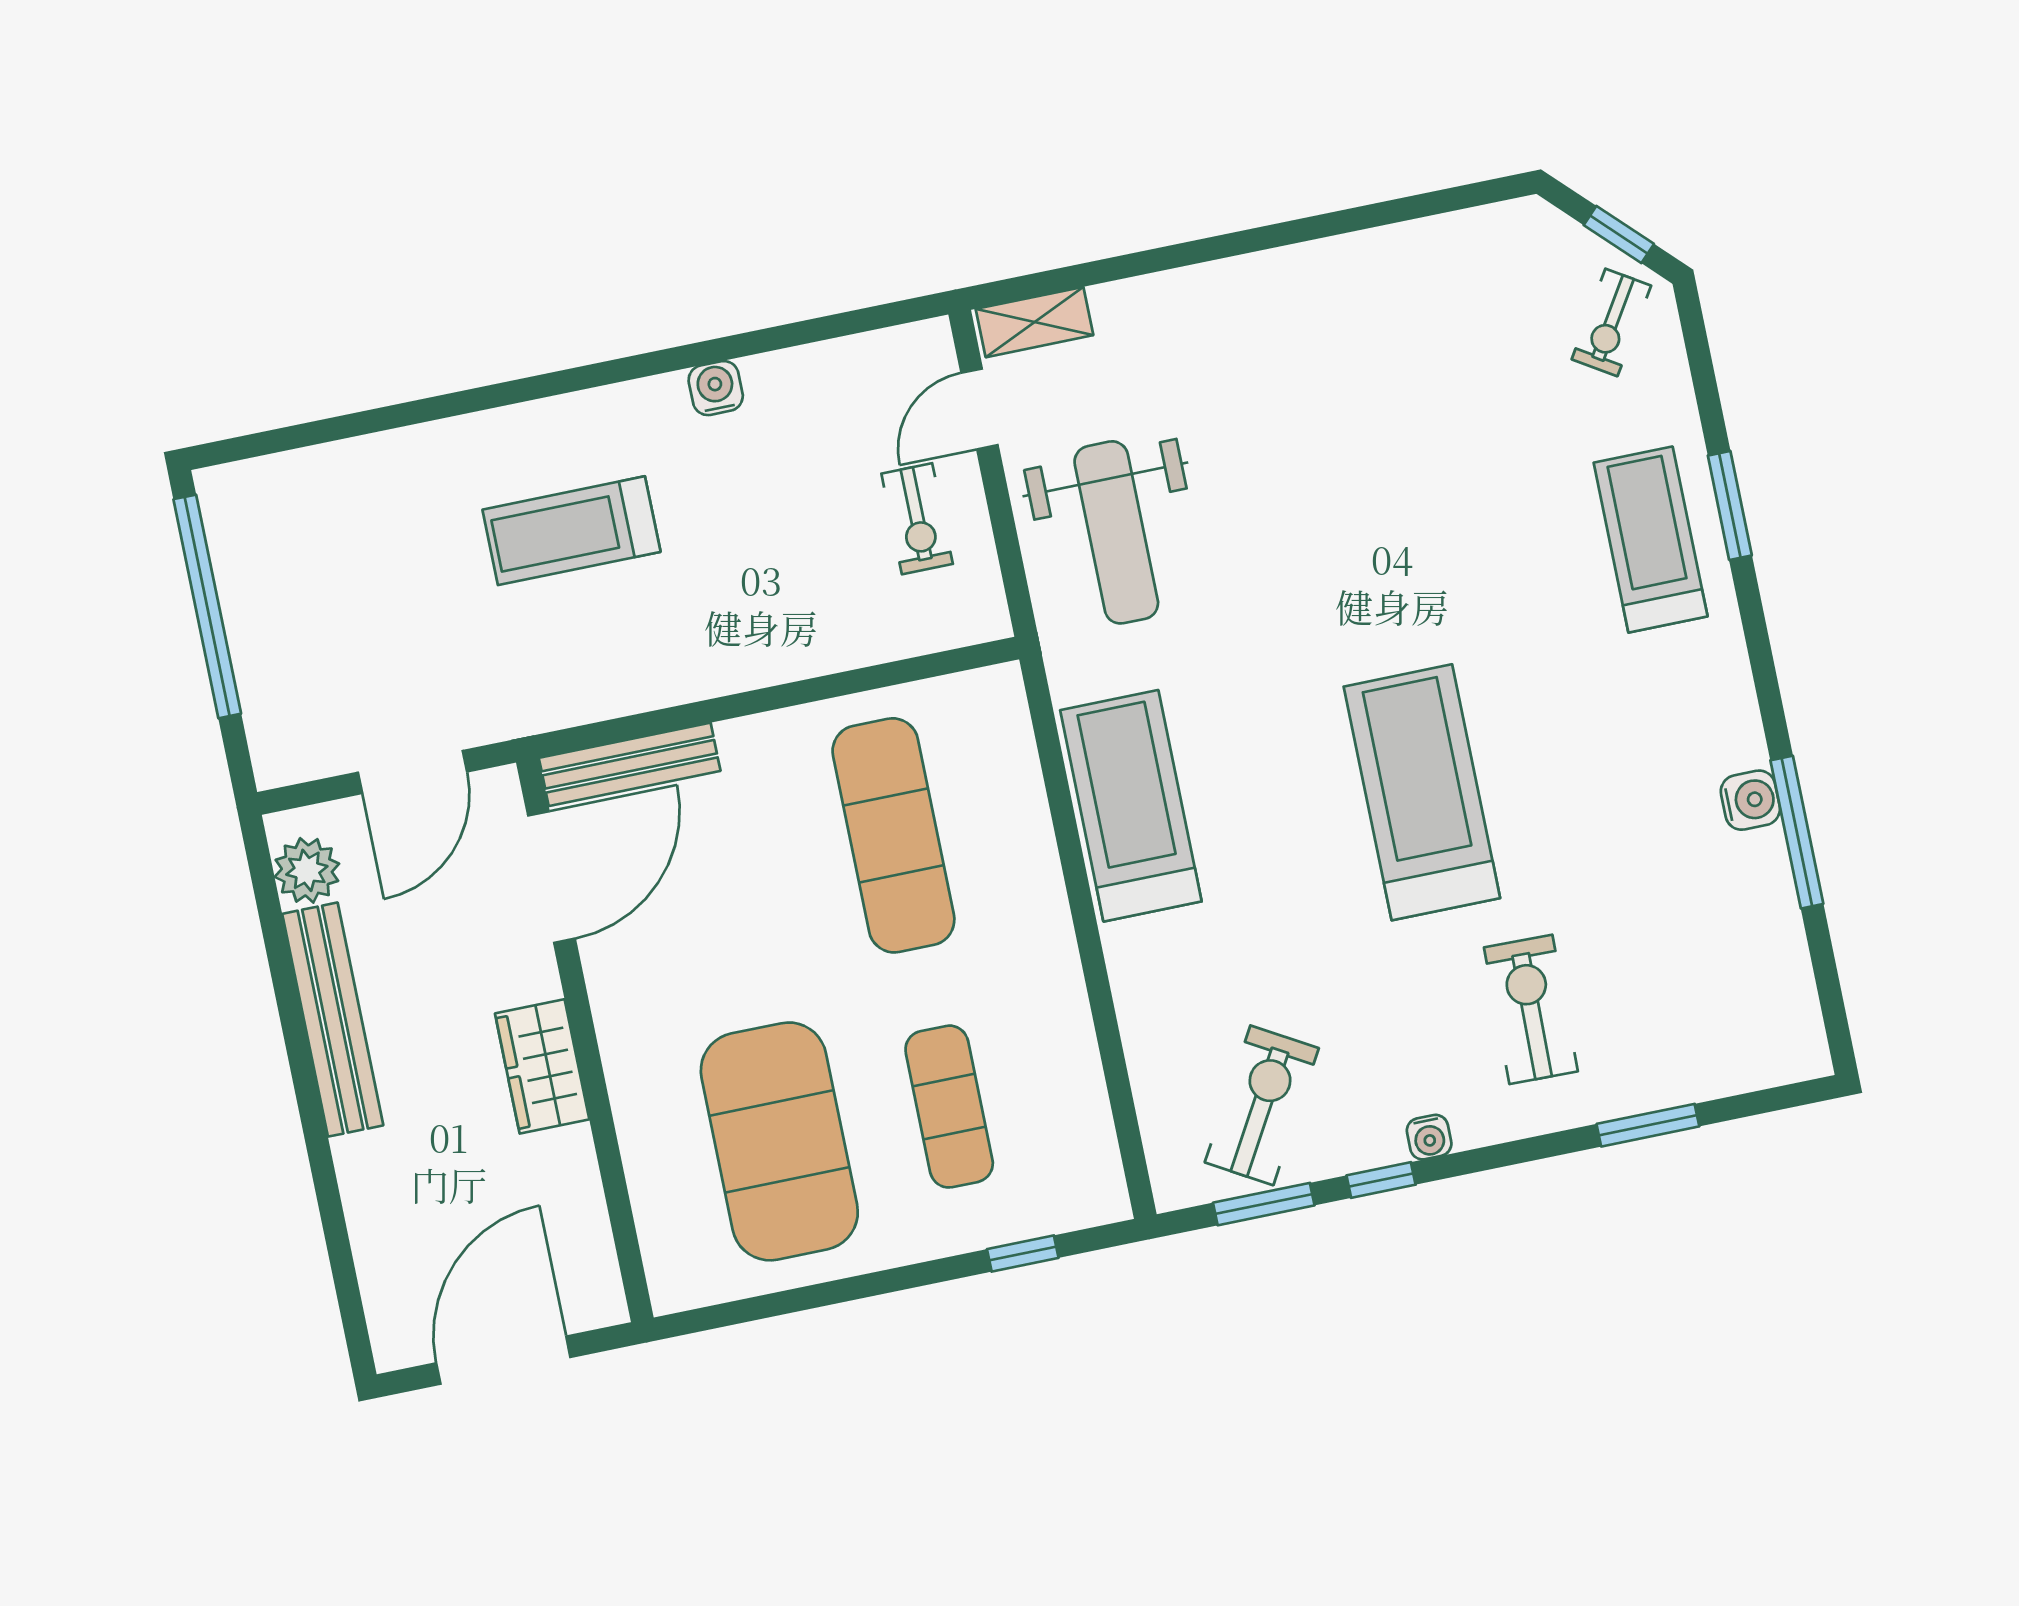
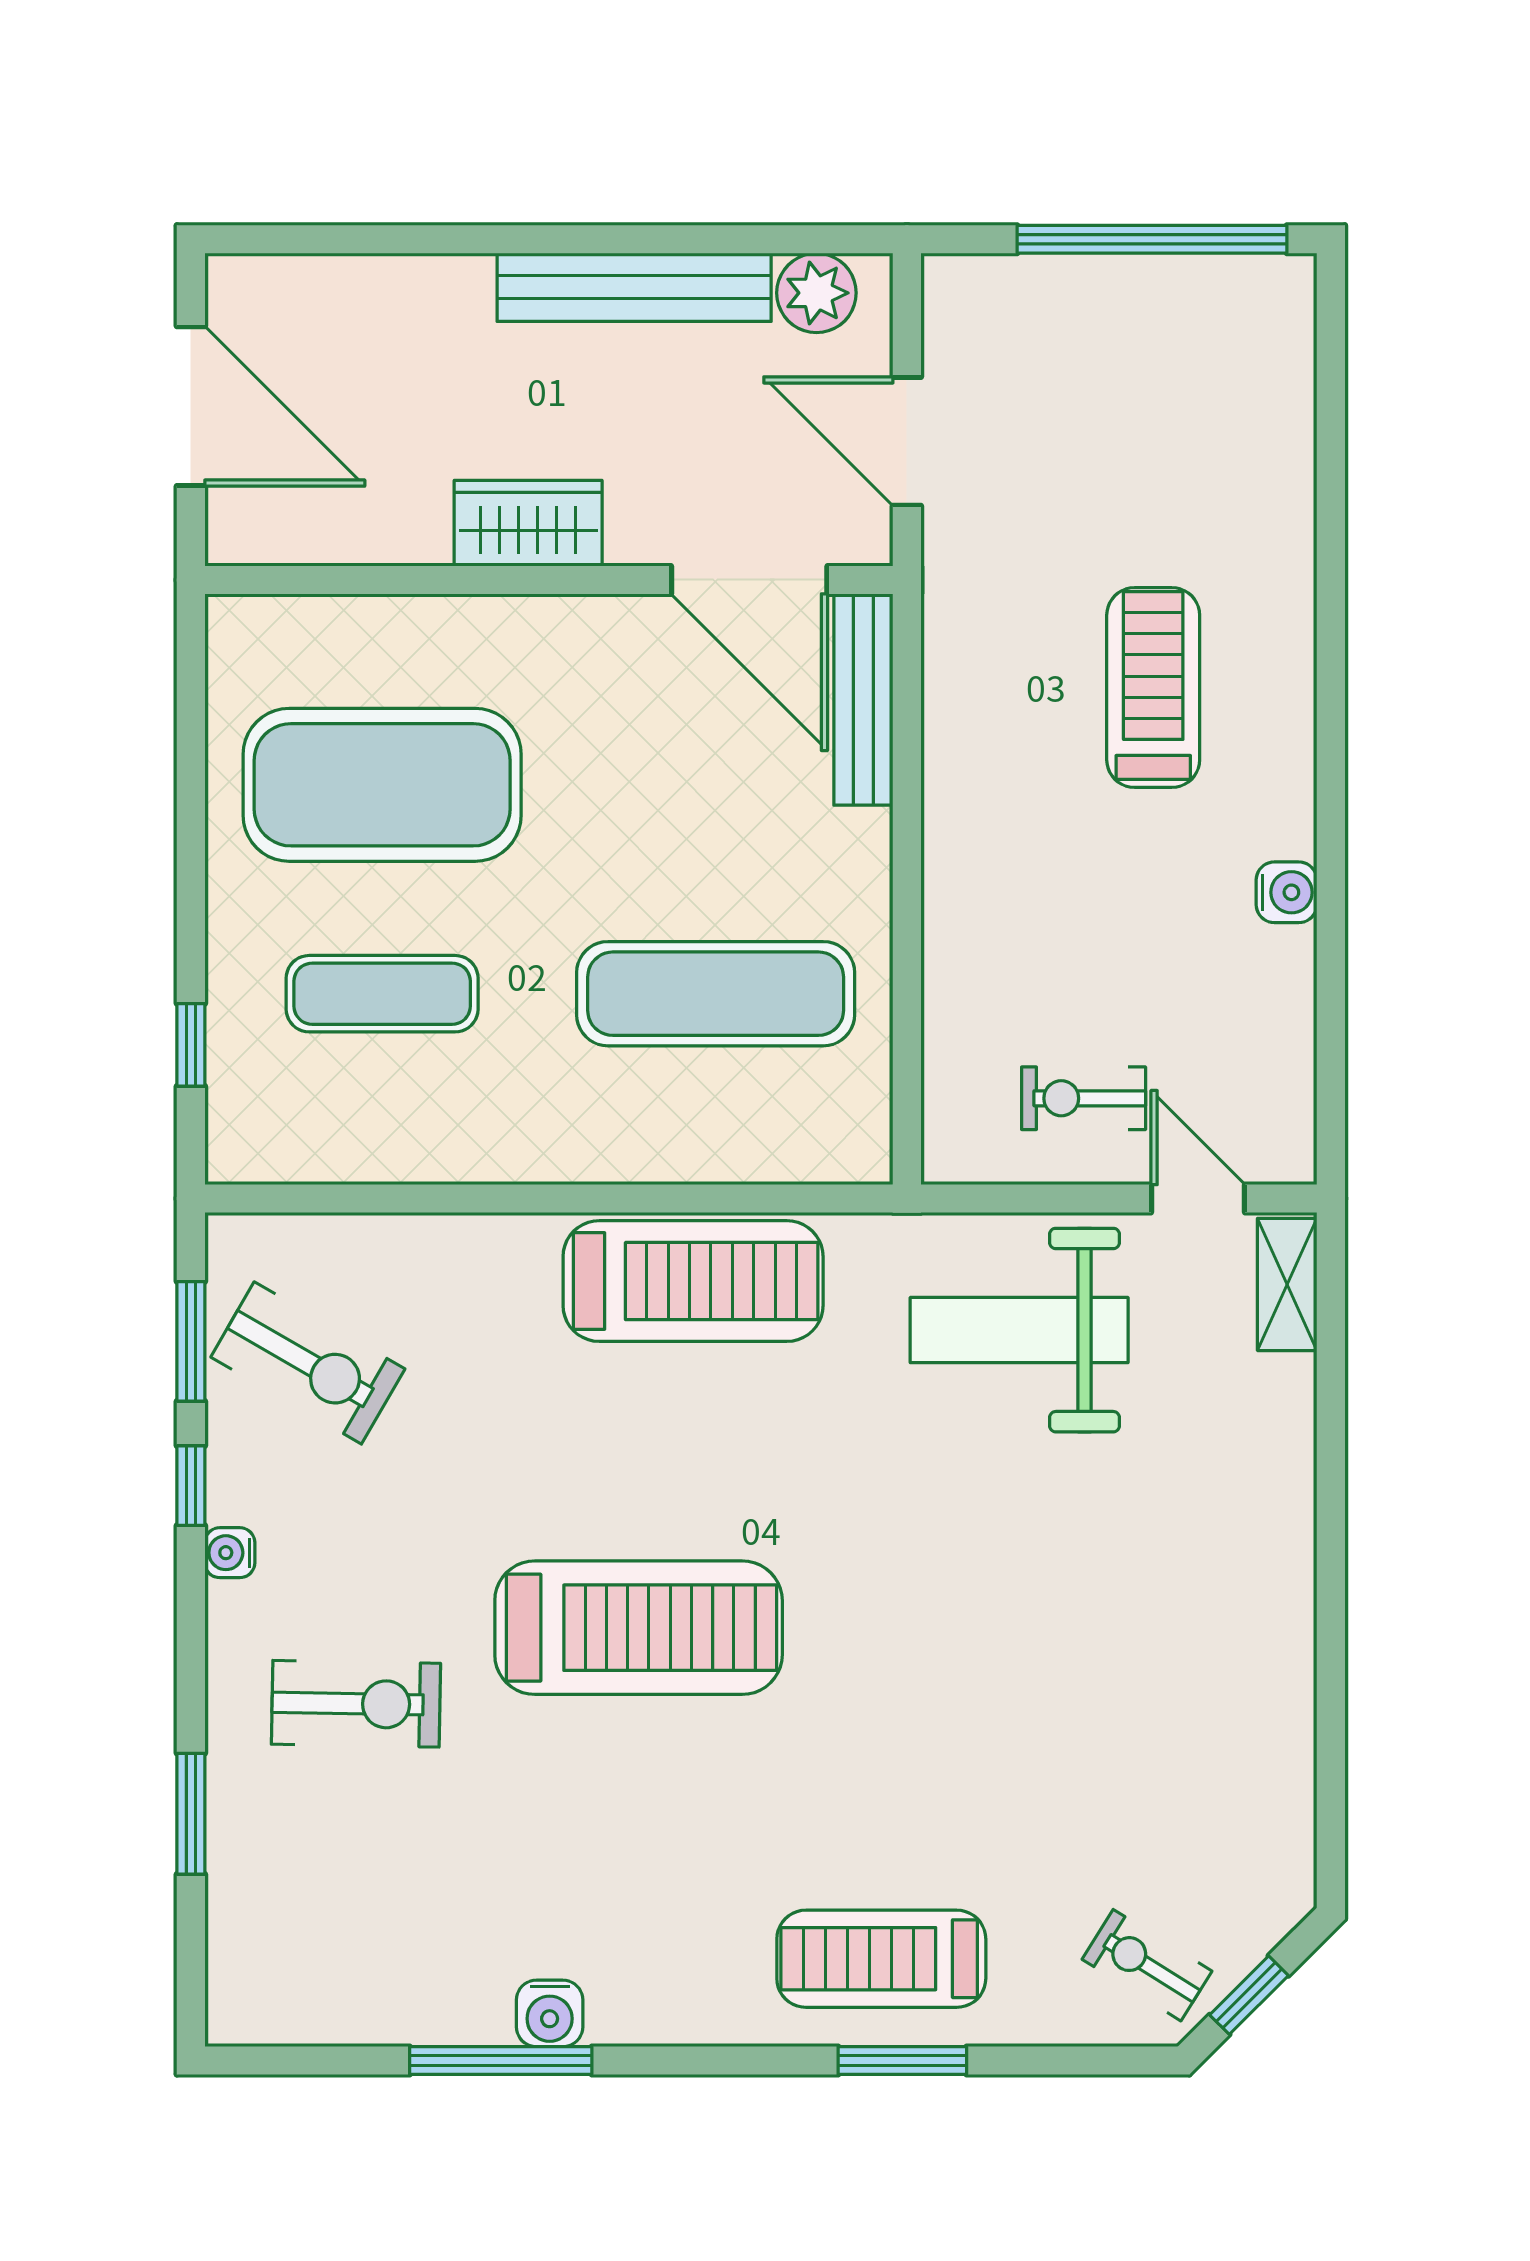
treadmill: (1651, 540) -> (881, 1959), turned 180

